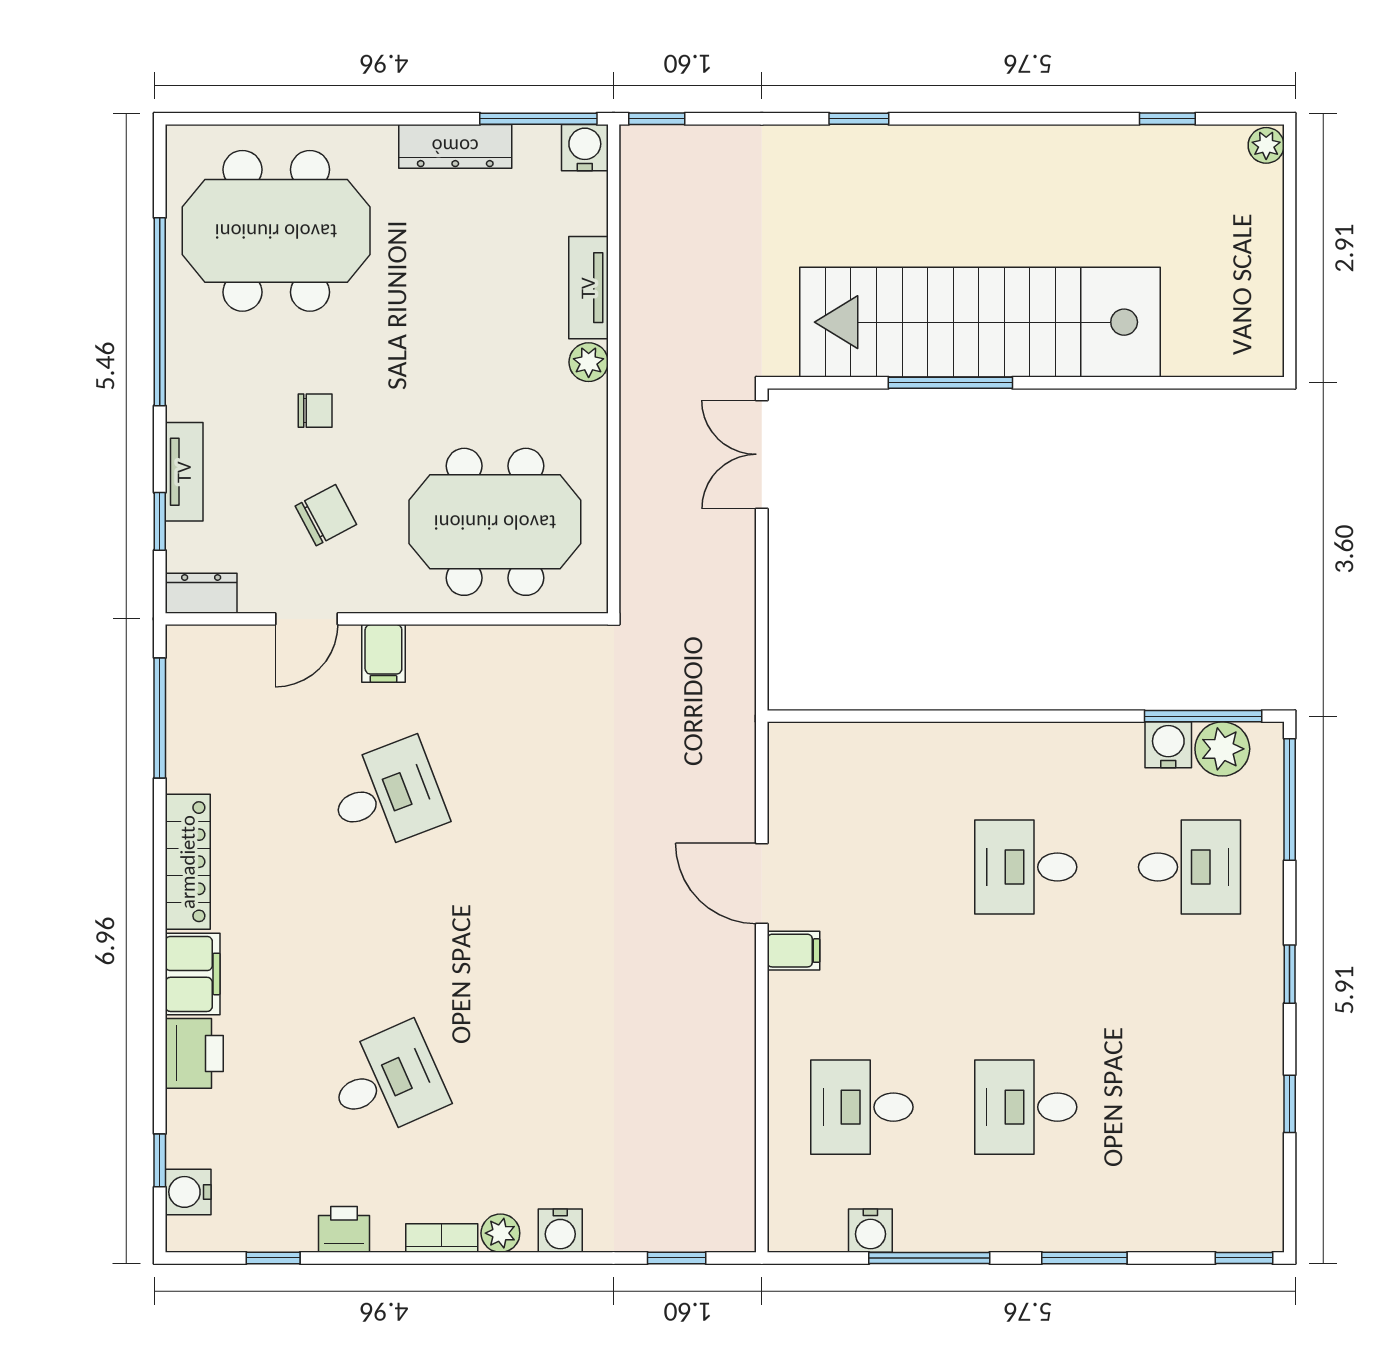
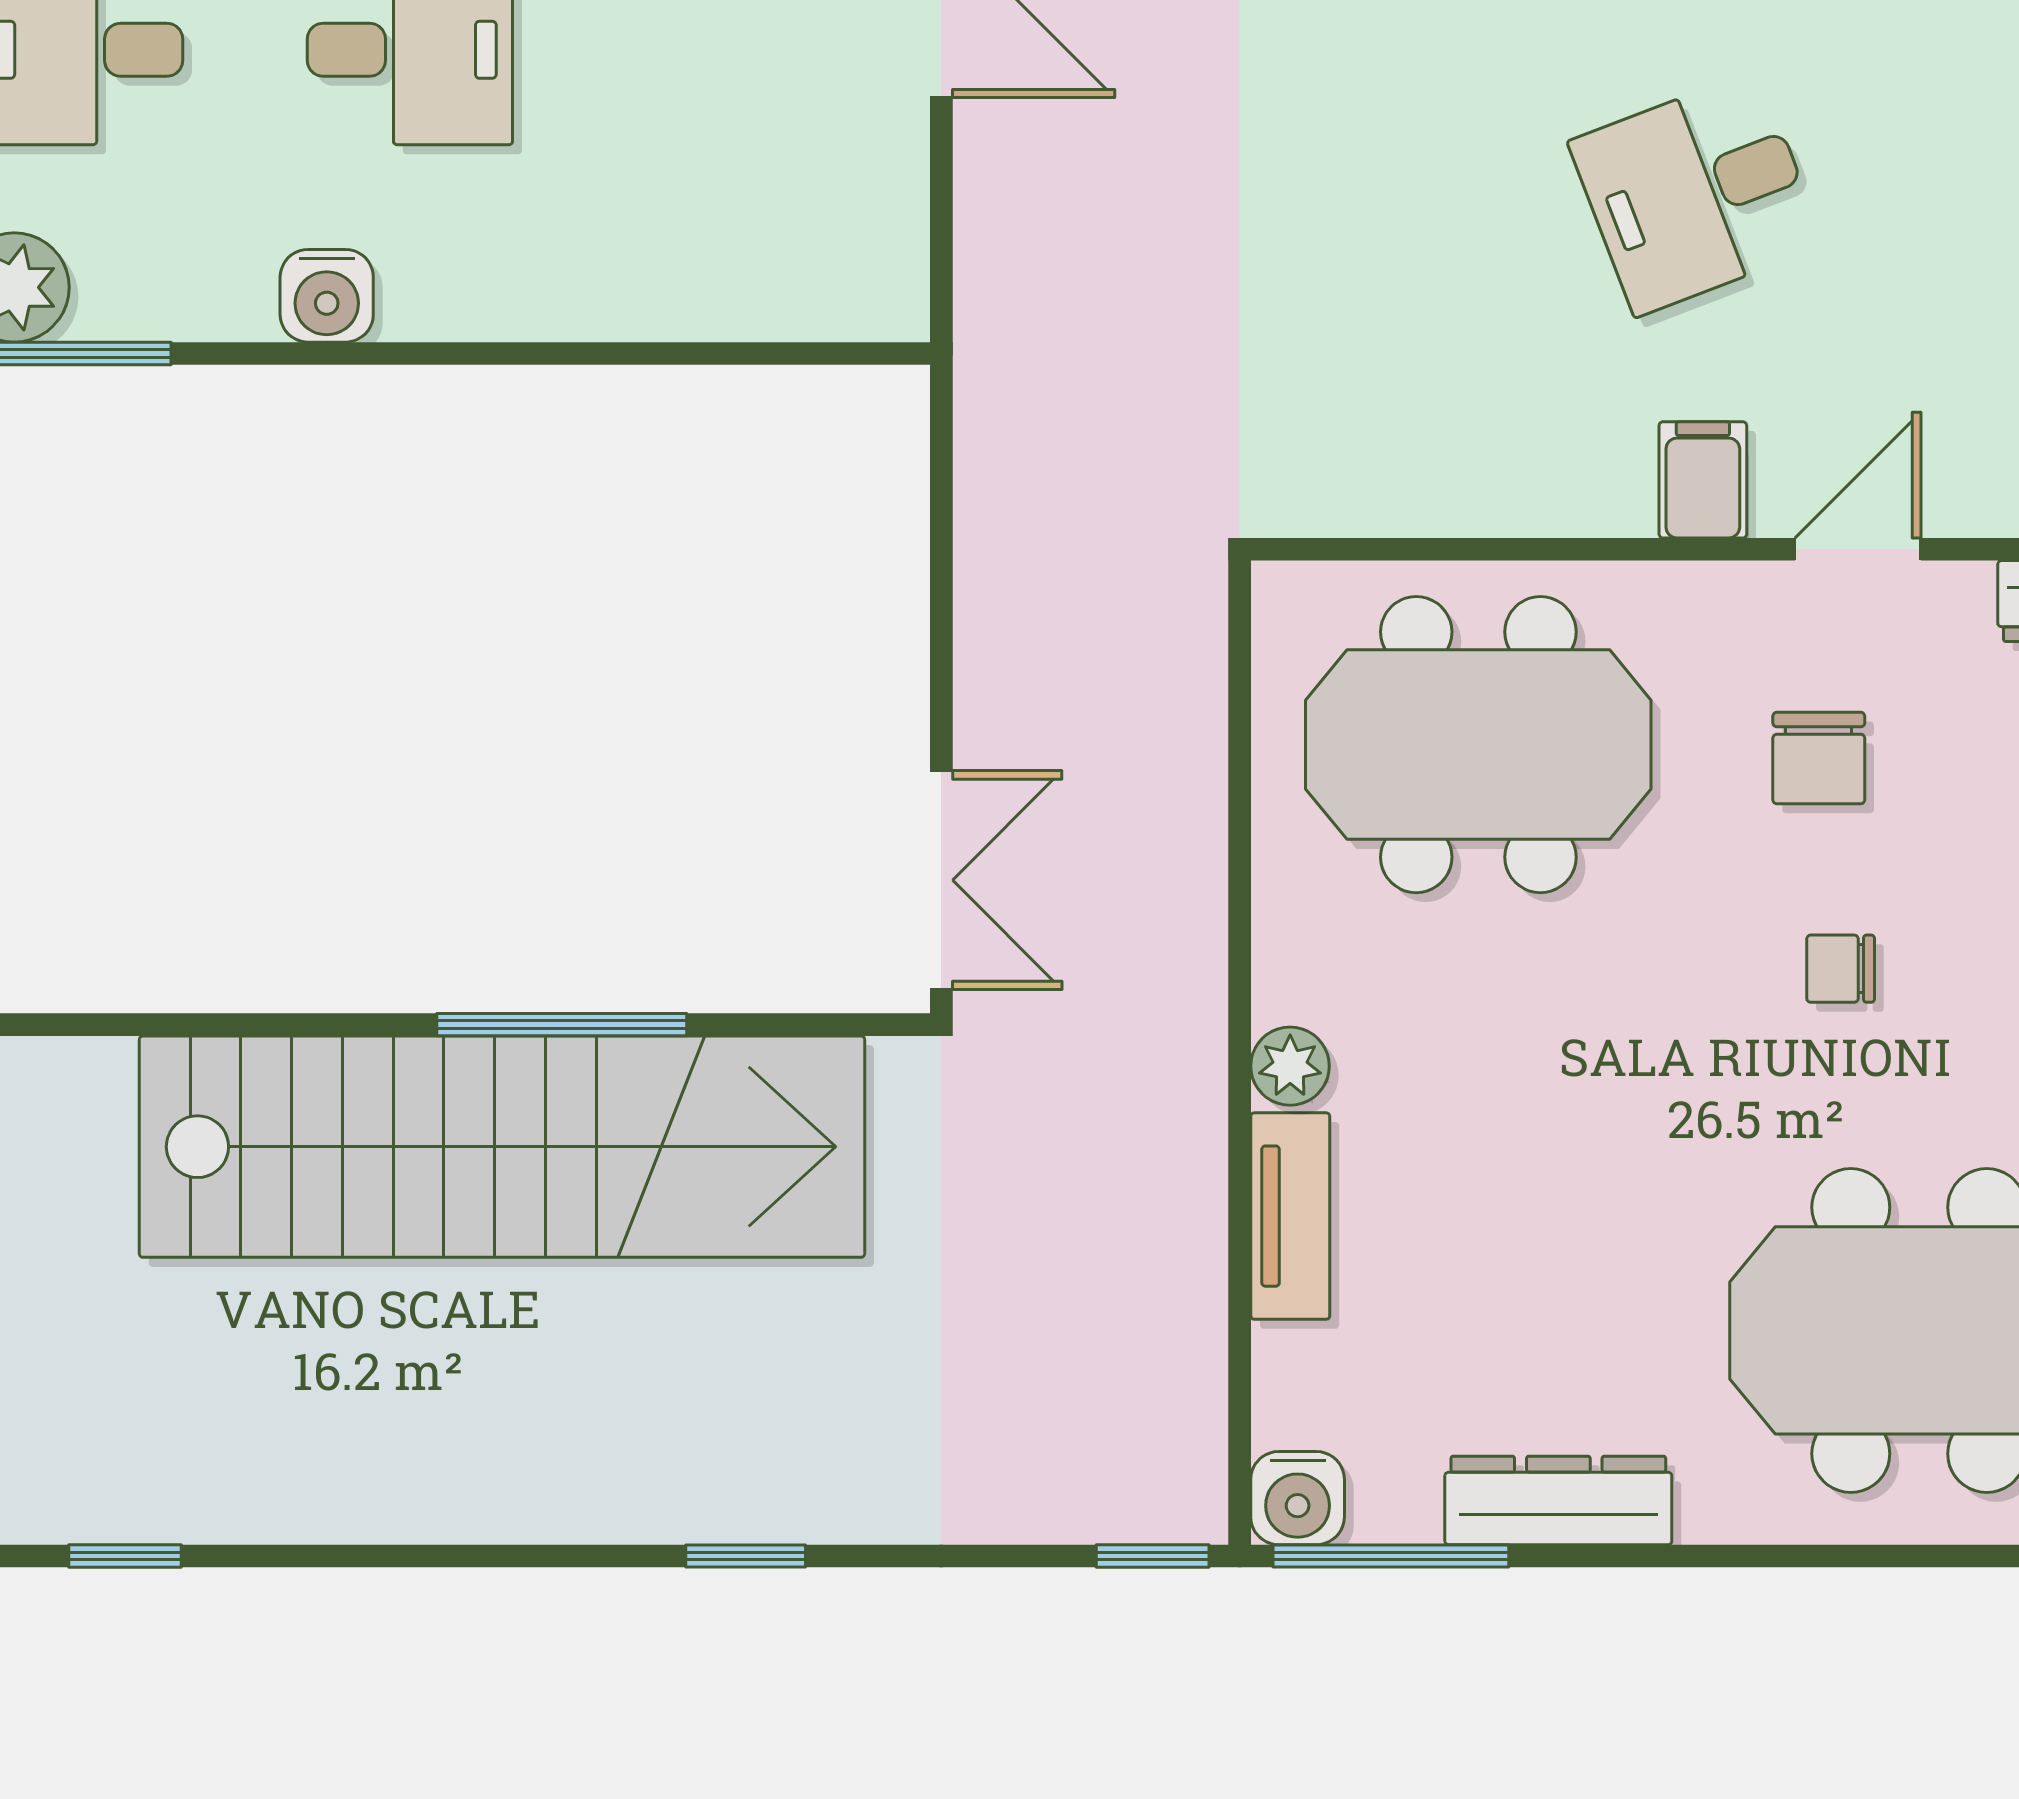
chair: (326, 515) -> (1819, 758), turned -62
water cooler: (1168, 745) -> (327, 296), moved

